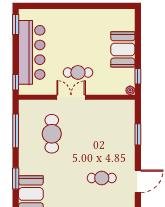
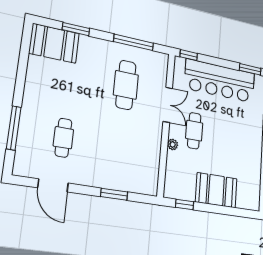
plant: (130, 90) -> (173, 144), moved
double door: (71, 97) -> (168, 105), moved
cafe table: (52, 134) -> (126, 85), turned 90

